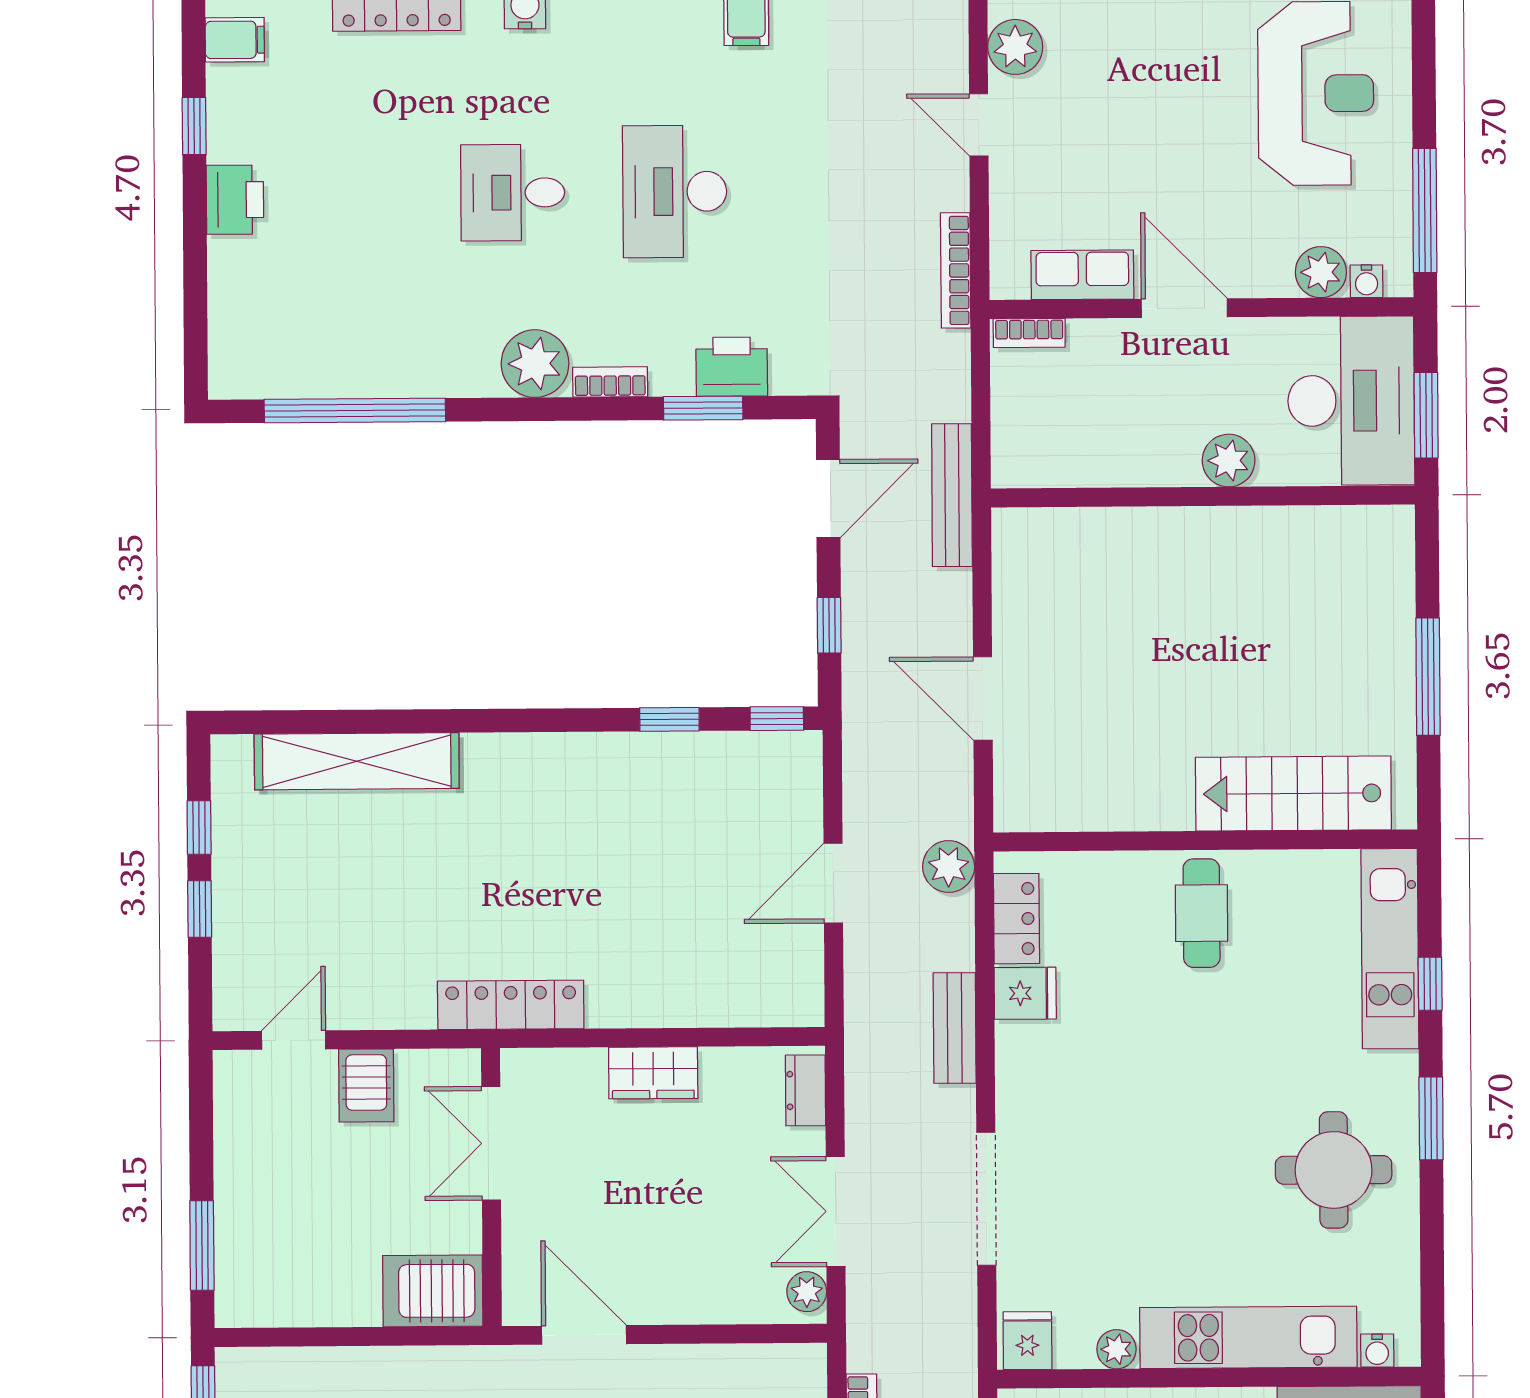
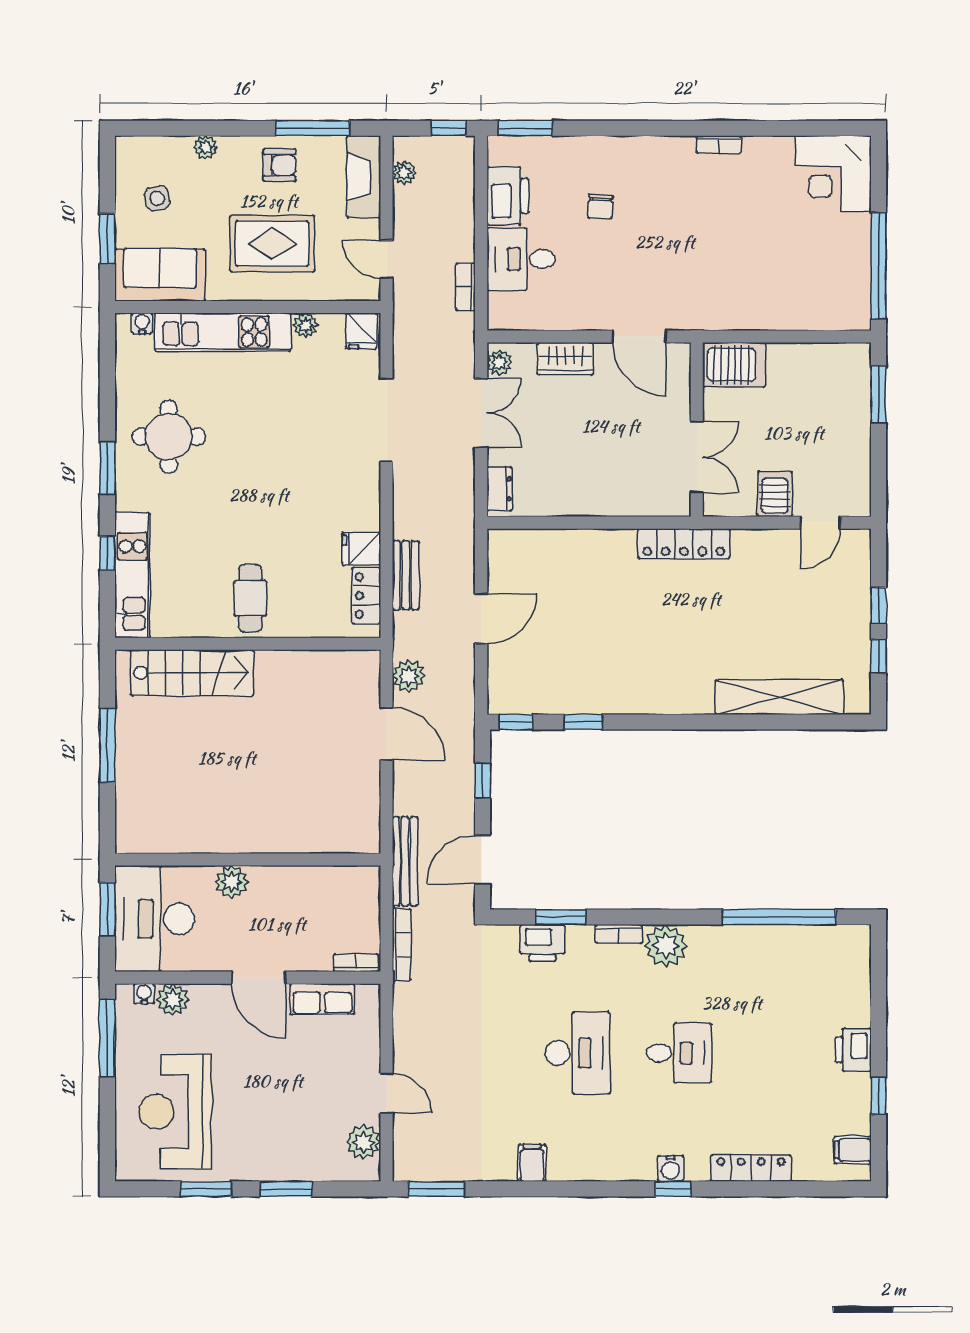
bookcase: (956, 270) -> (402, 945), moved
plant: (949, 866) -> (409, 676), moved
bench: (955, 1028) -> (406, 575), moved
wardrobe: (653, 1073) -> (565, 359), moved, turned 180

